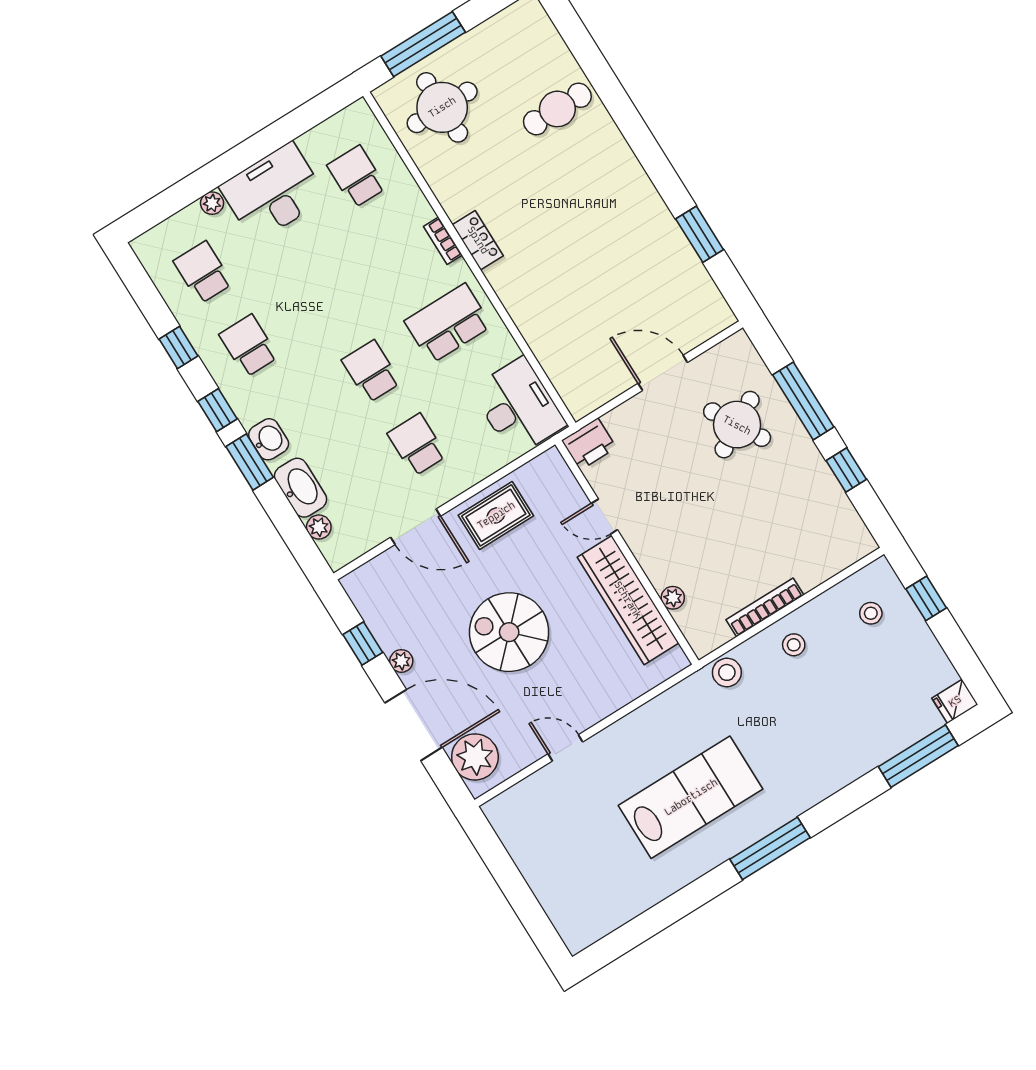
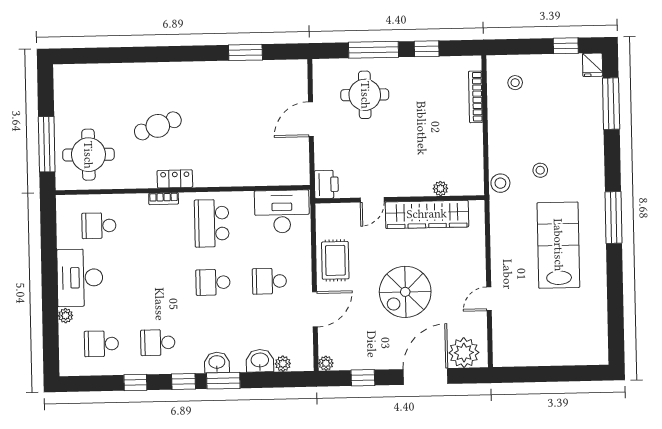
cafe table: (557, 109) -> (158, 126), moved, turned 70
round table: (737, 425) -> (365, 95), turned 30
washbasin: (301, 488) -> (260, 361), width x0.72
window: (926, 598) -> (566, 46), moved
bookcase: (765, 607) -> (476, 97), moved
stool: (794, 645) -> (540, 170), moved
plant: (401, 661) -> (326, 363), moved

